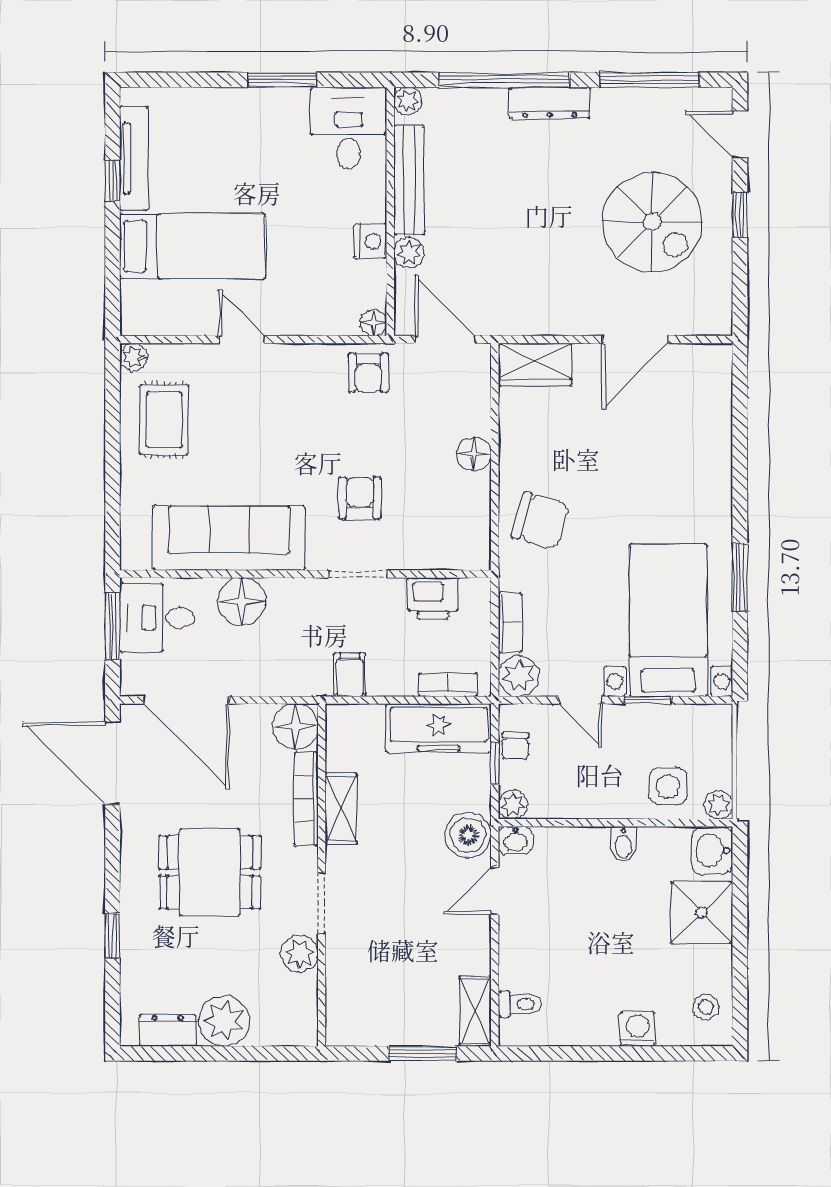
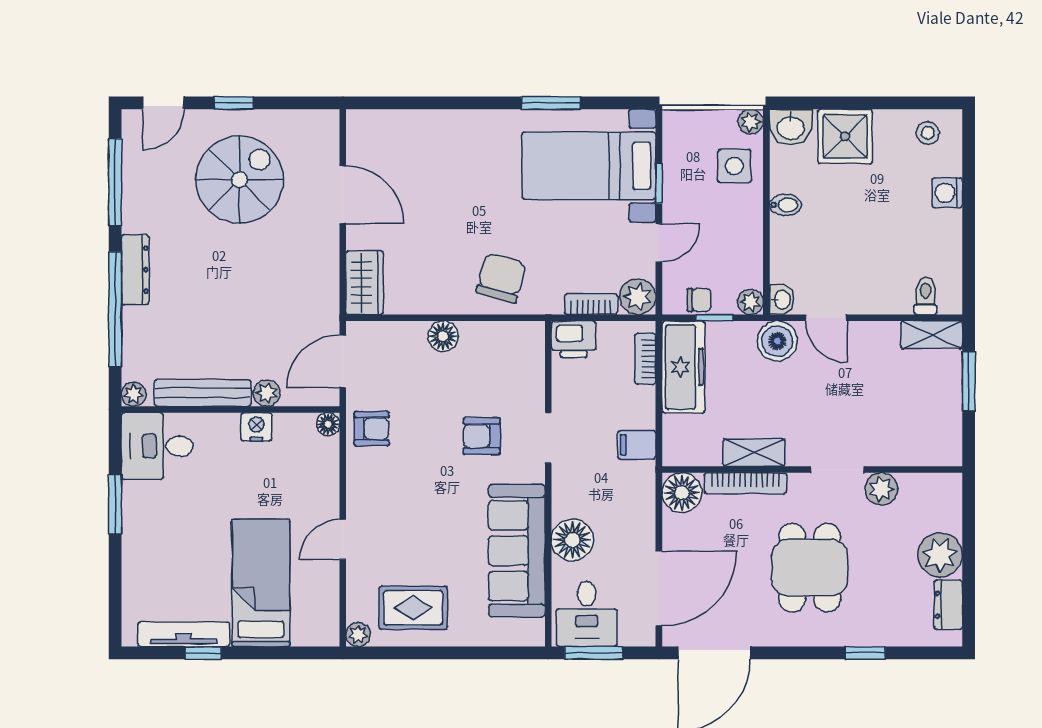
printer: (433, 599) -> (574, 339), moved, turned 90

